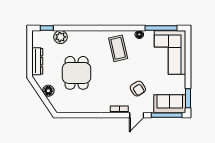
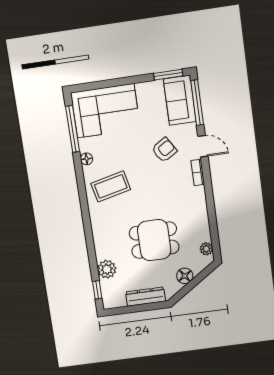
plant: (65, 108) -> (206, 249), added

